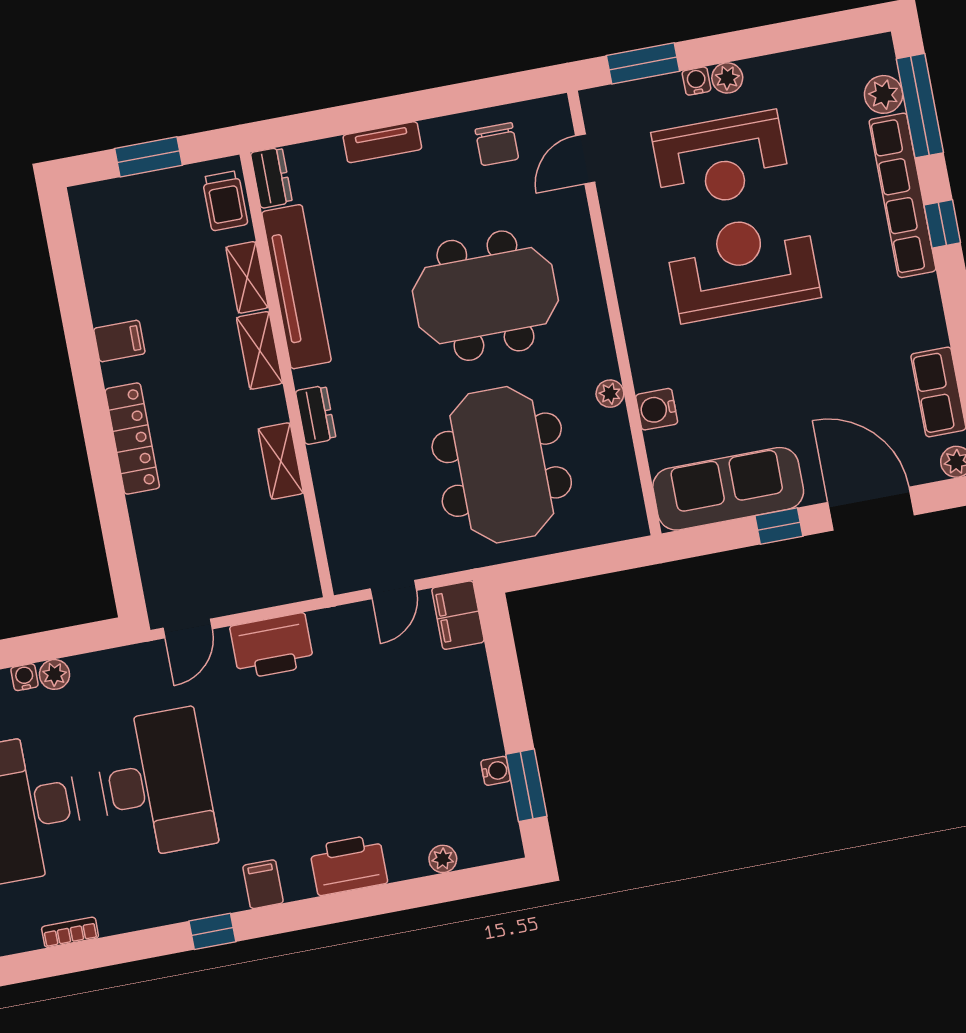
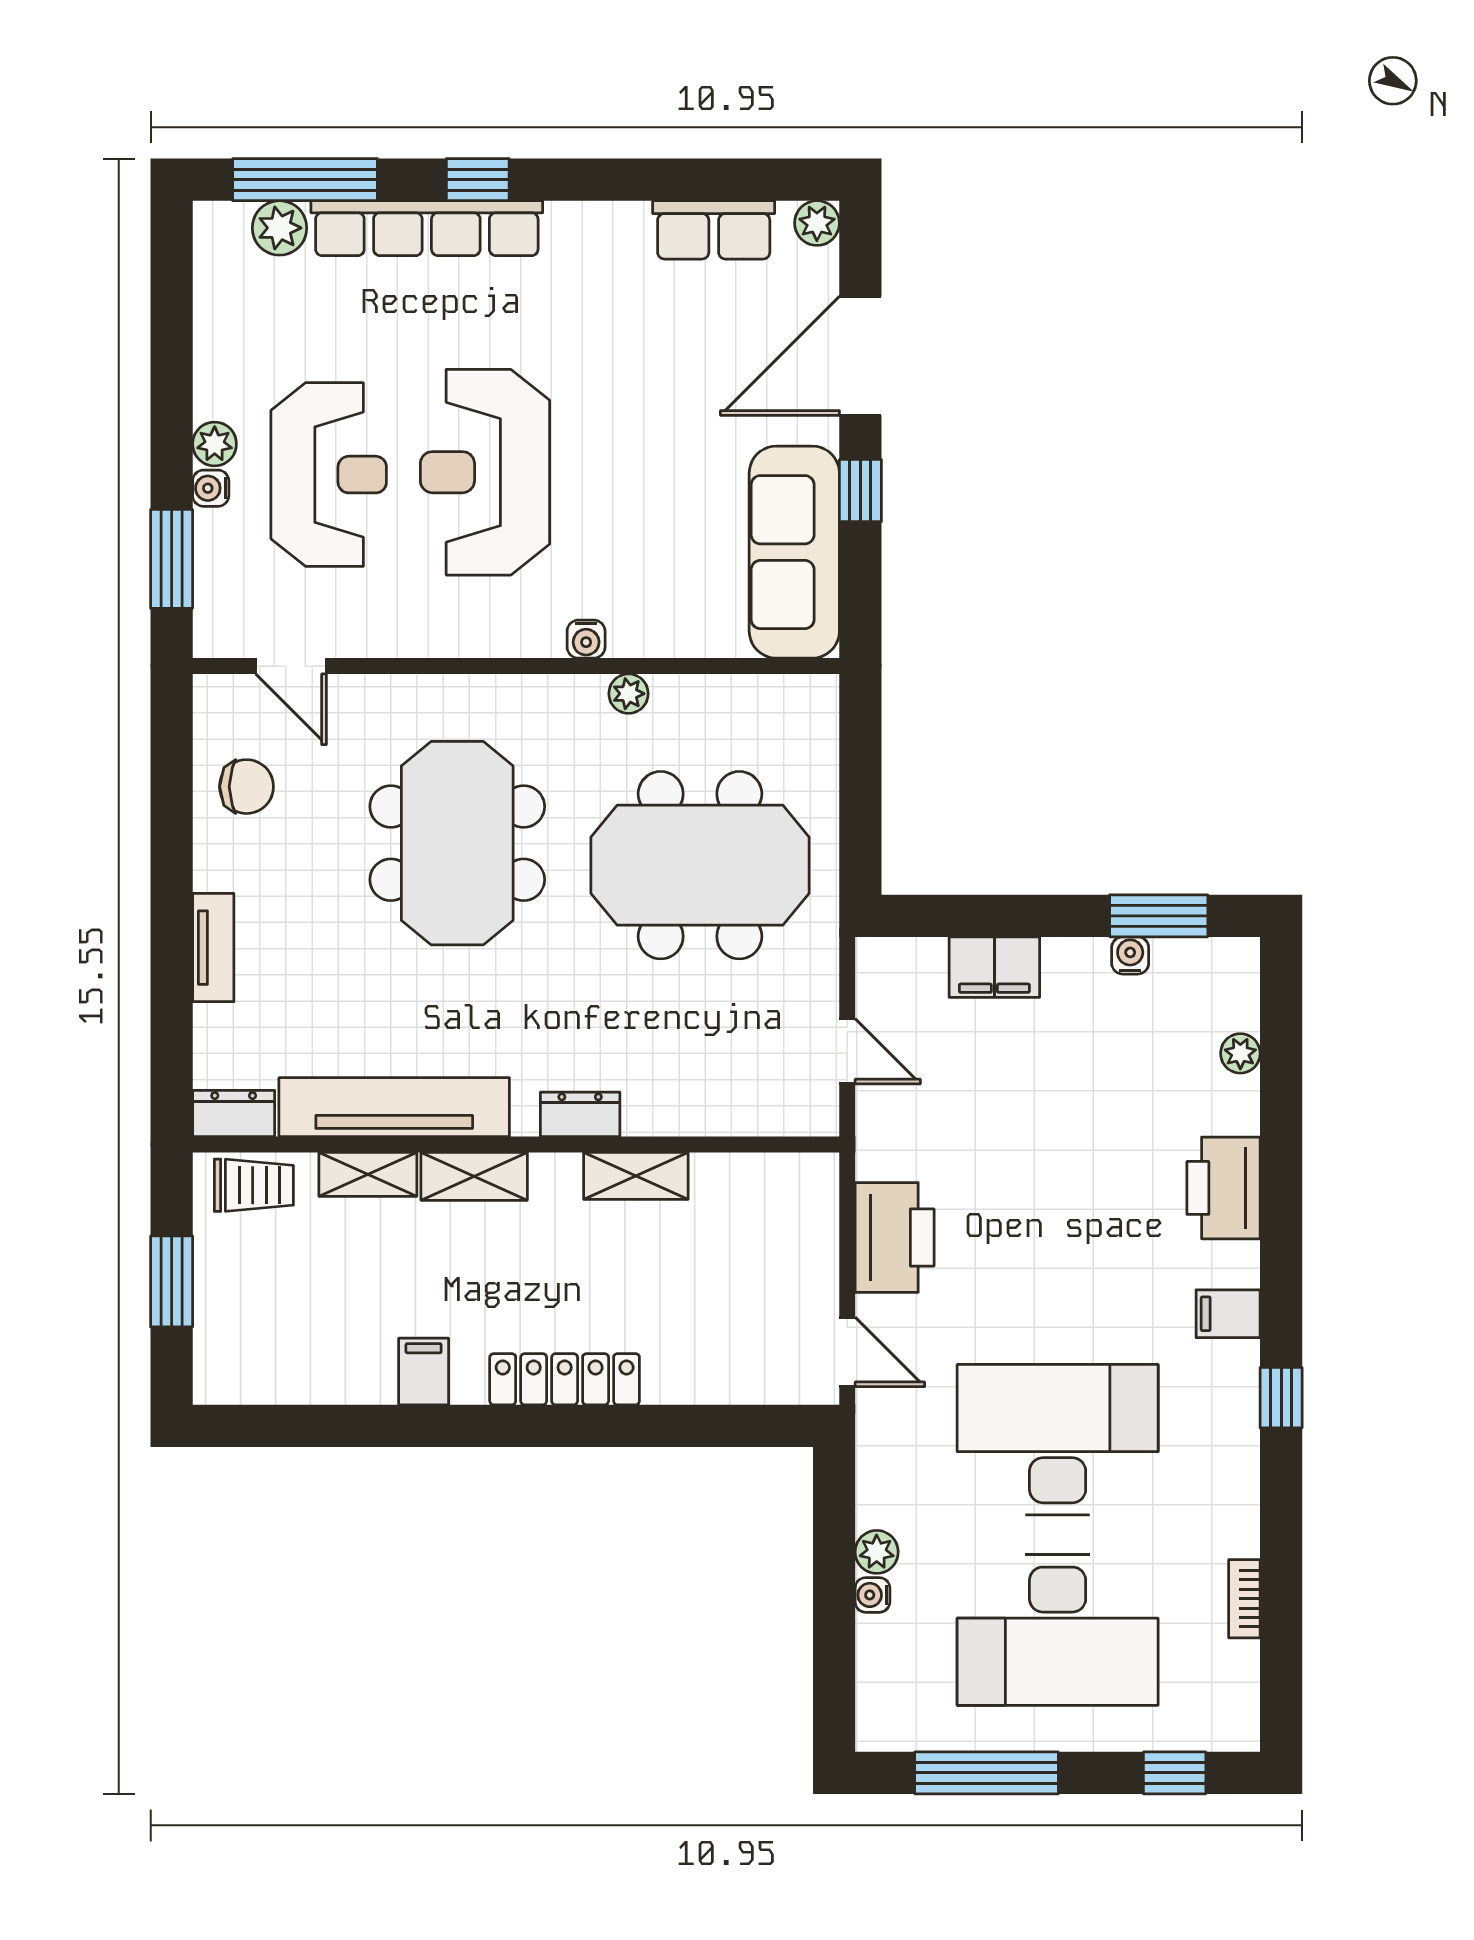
water cooler: (657, 409) -> (586, 639), moved, width x0.72, depth x0.72
filing cabinet: (458, 615) -> (994, 967), moved

